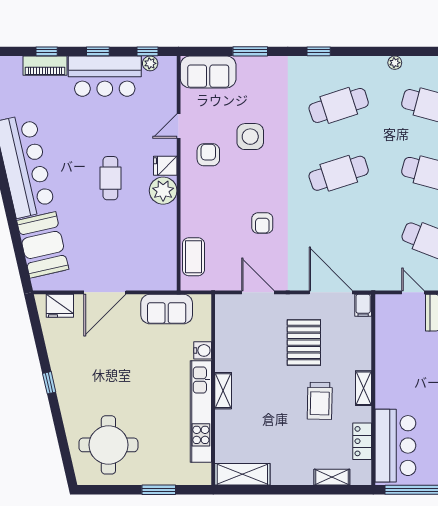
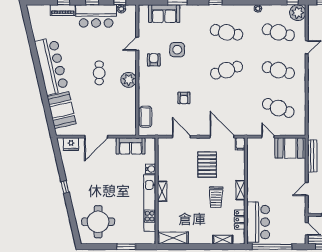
sofa: (208, 72) -> (164, 14), moved
cafe table: (339, 105) -> (227, 32), turned 30
fridge: (165, 166) -> (130, 66), removed

